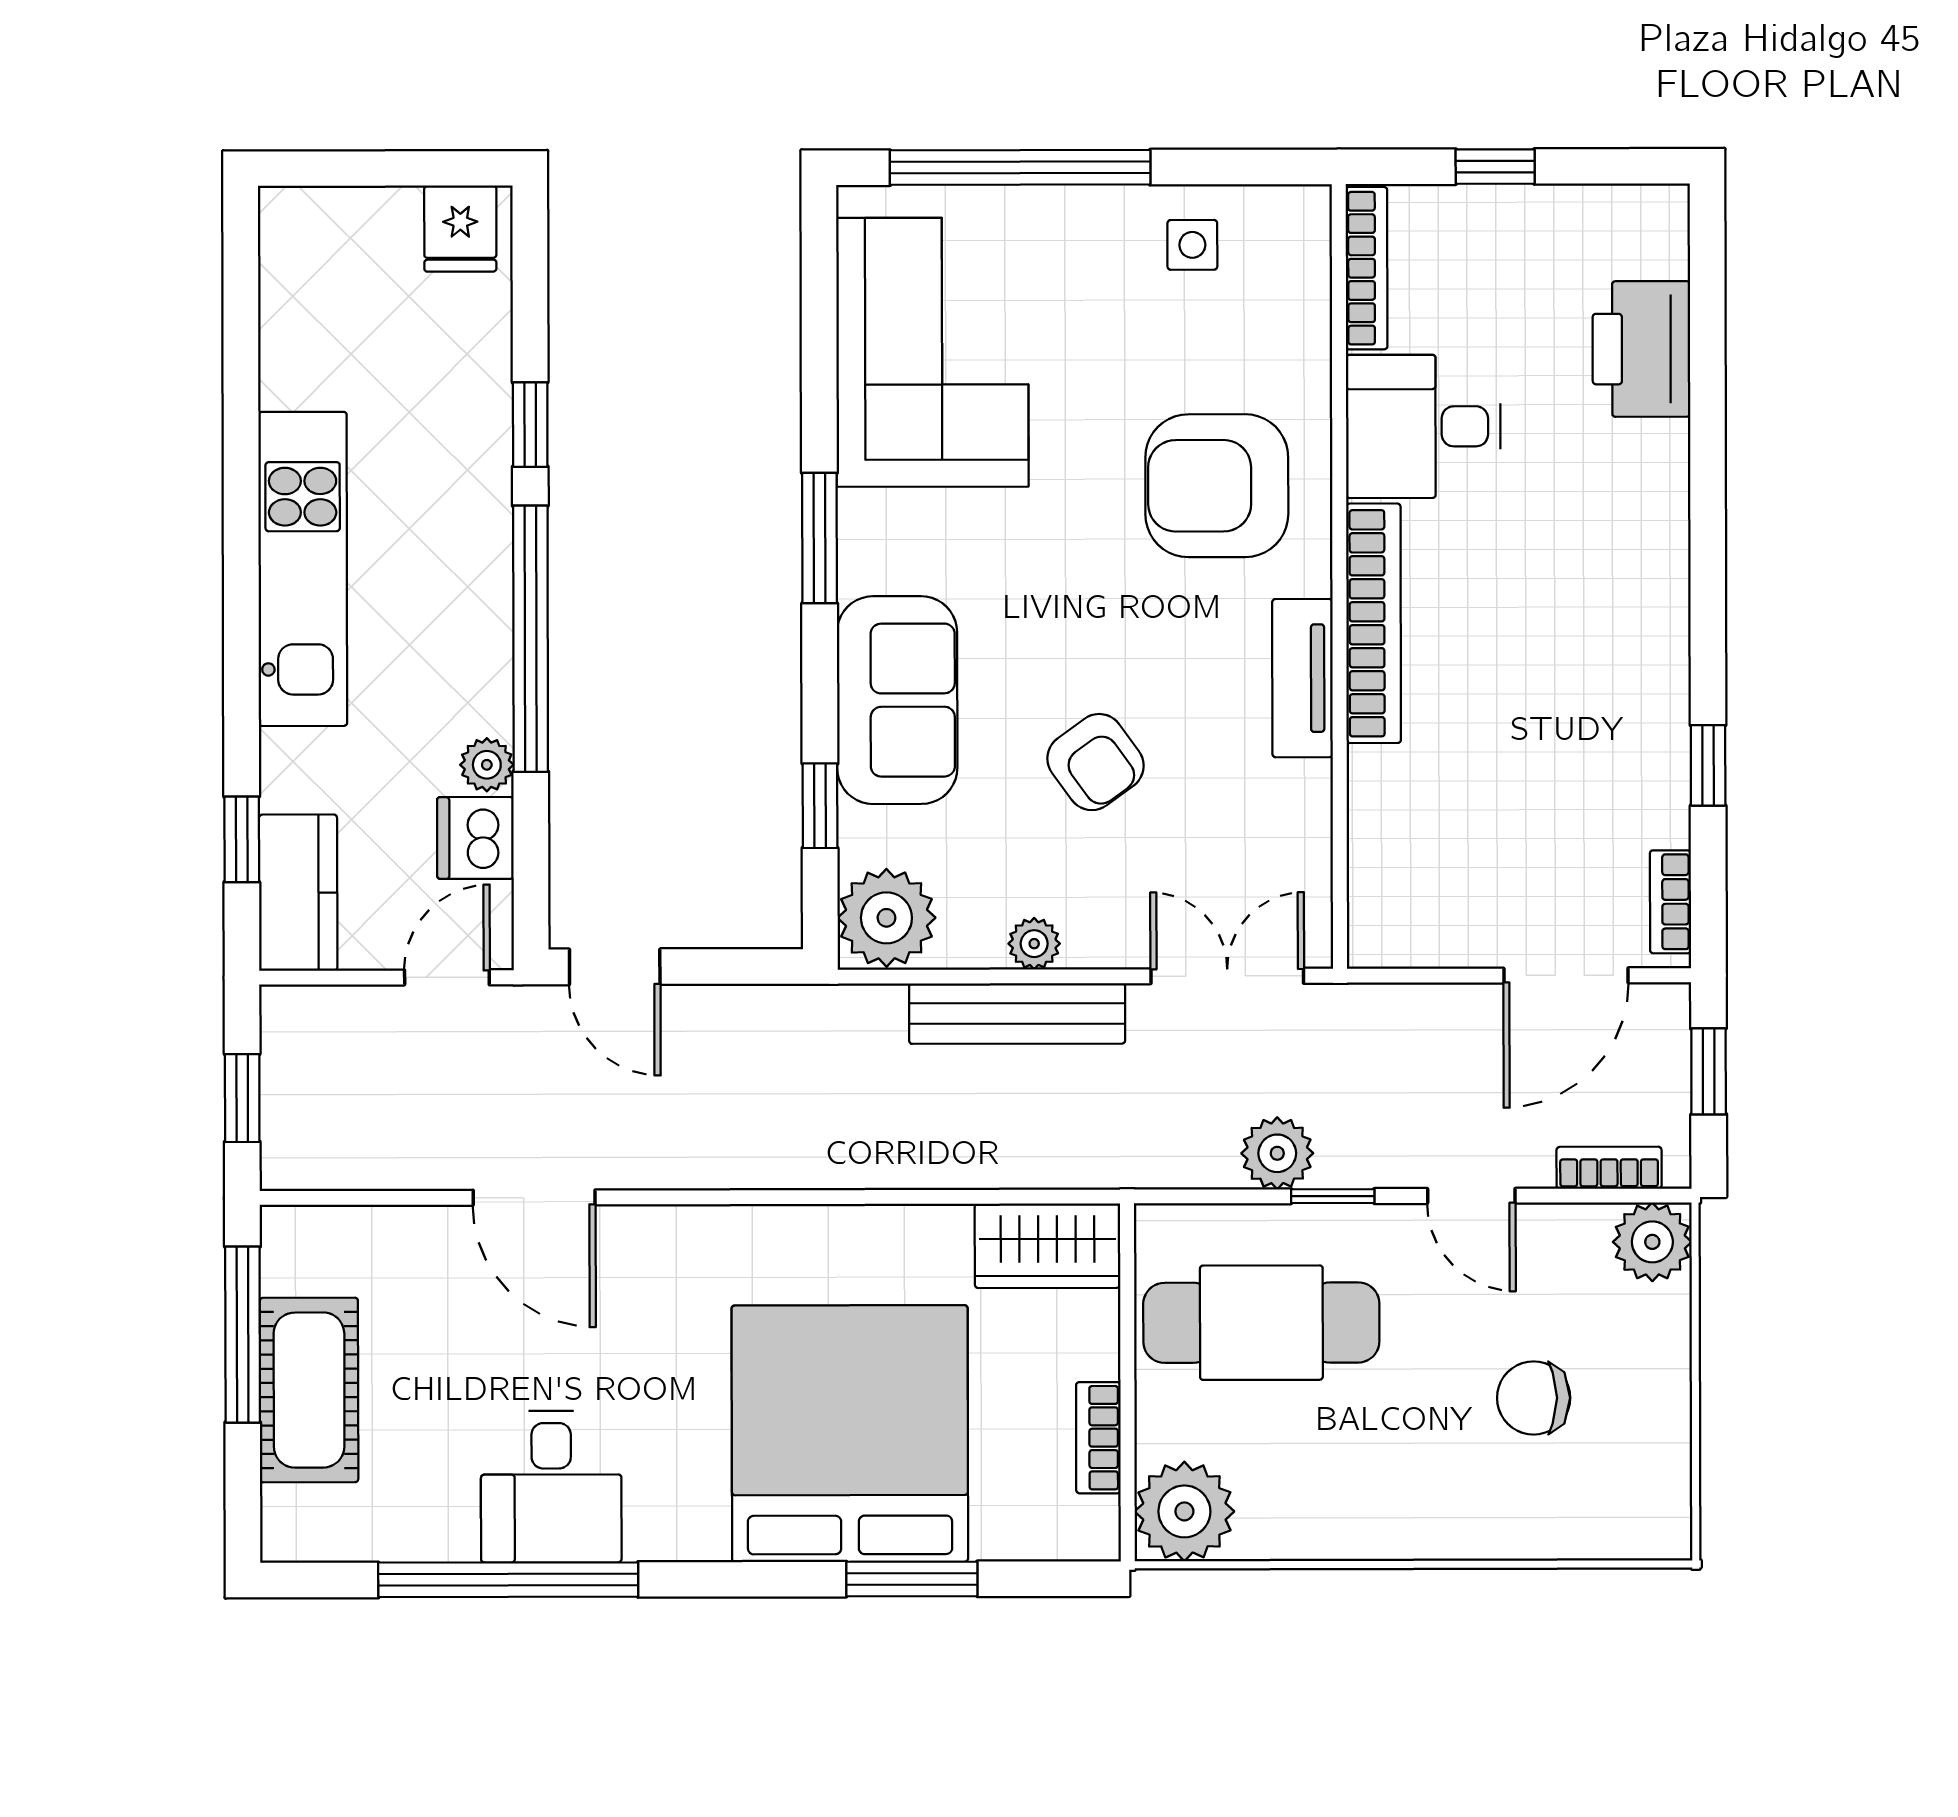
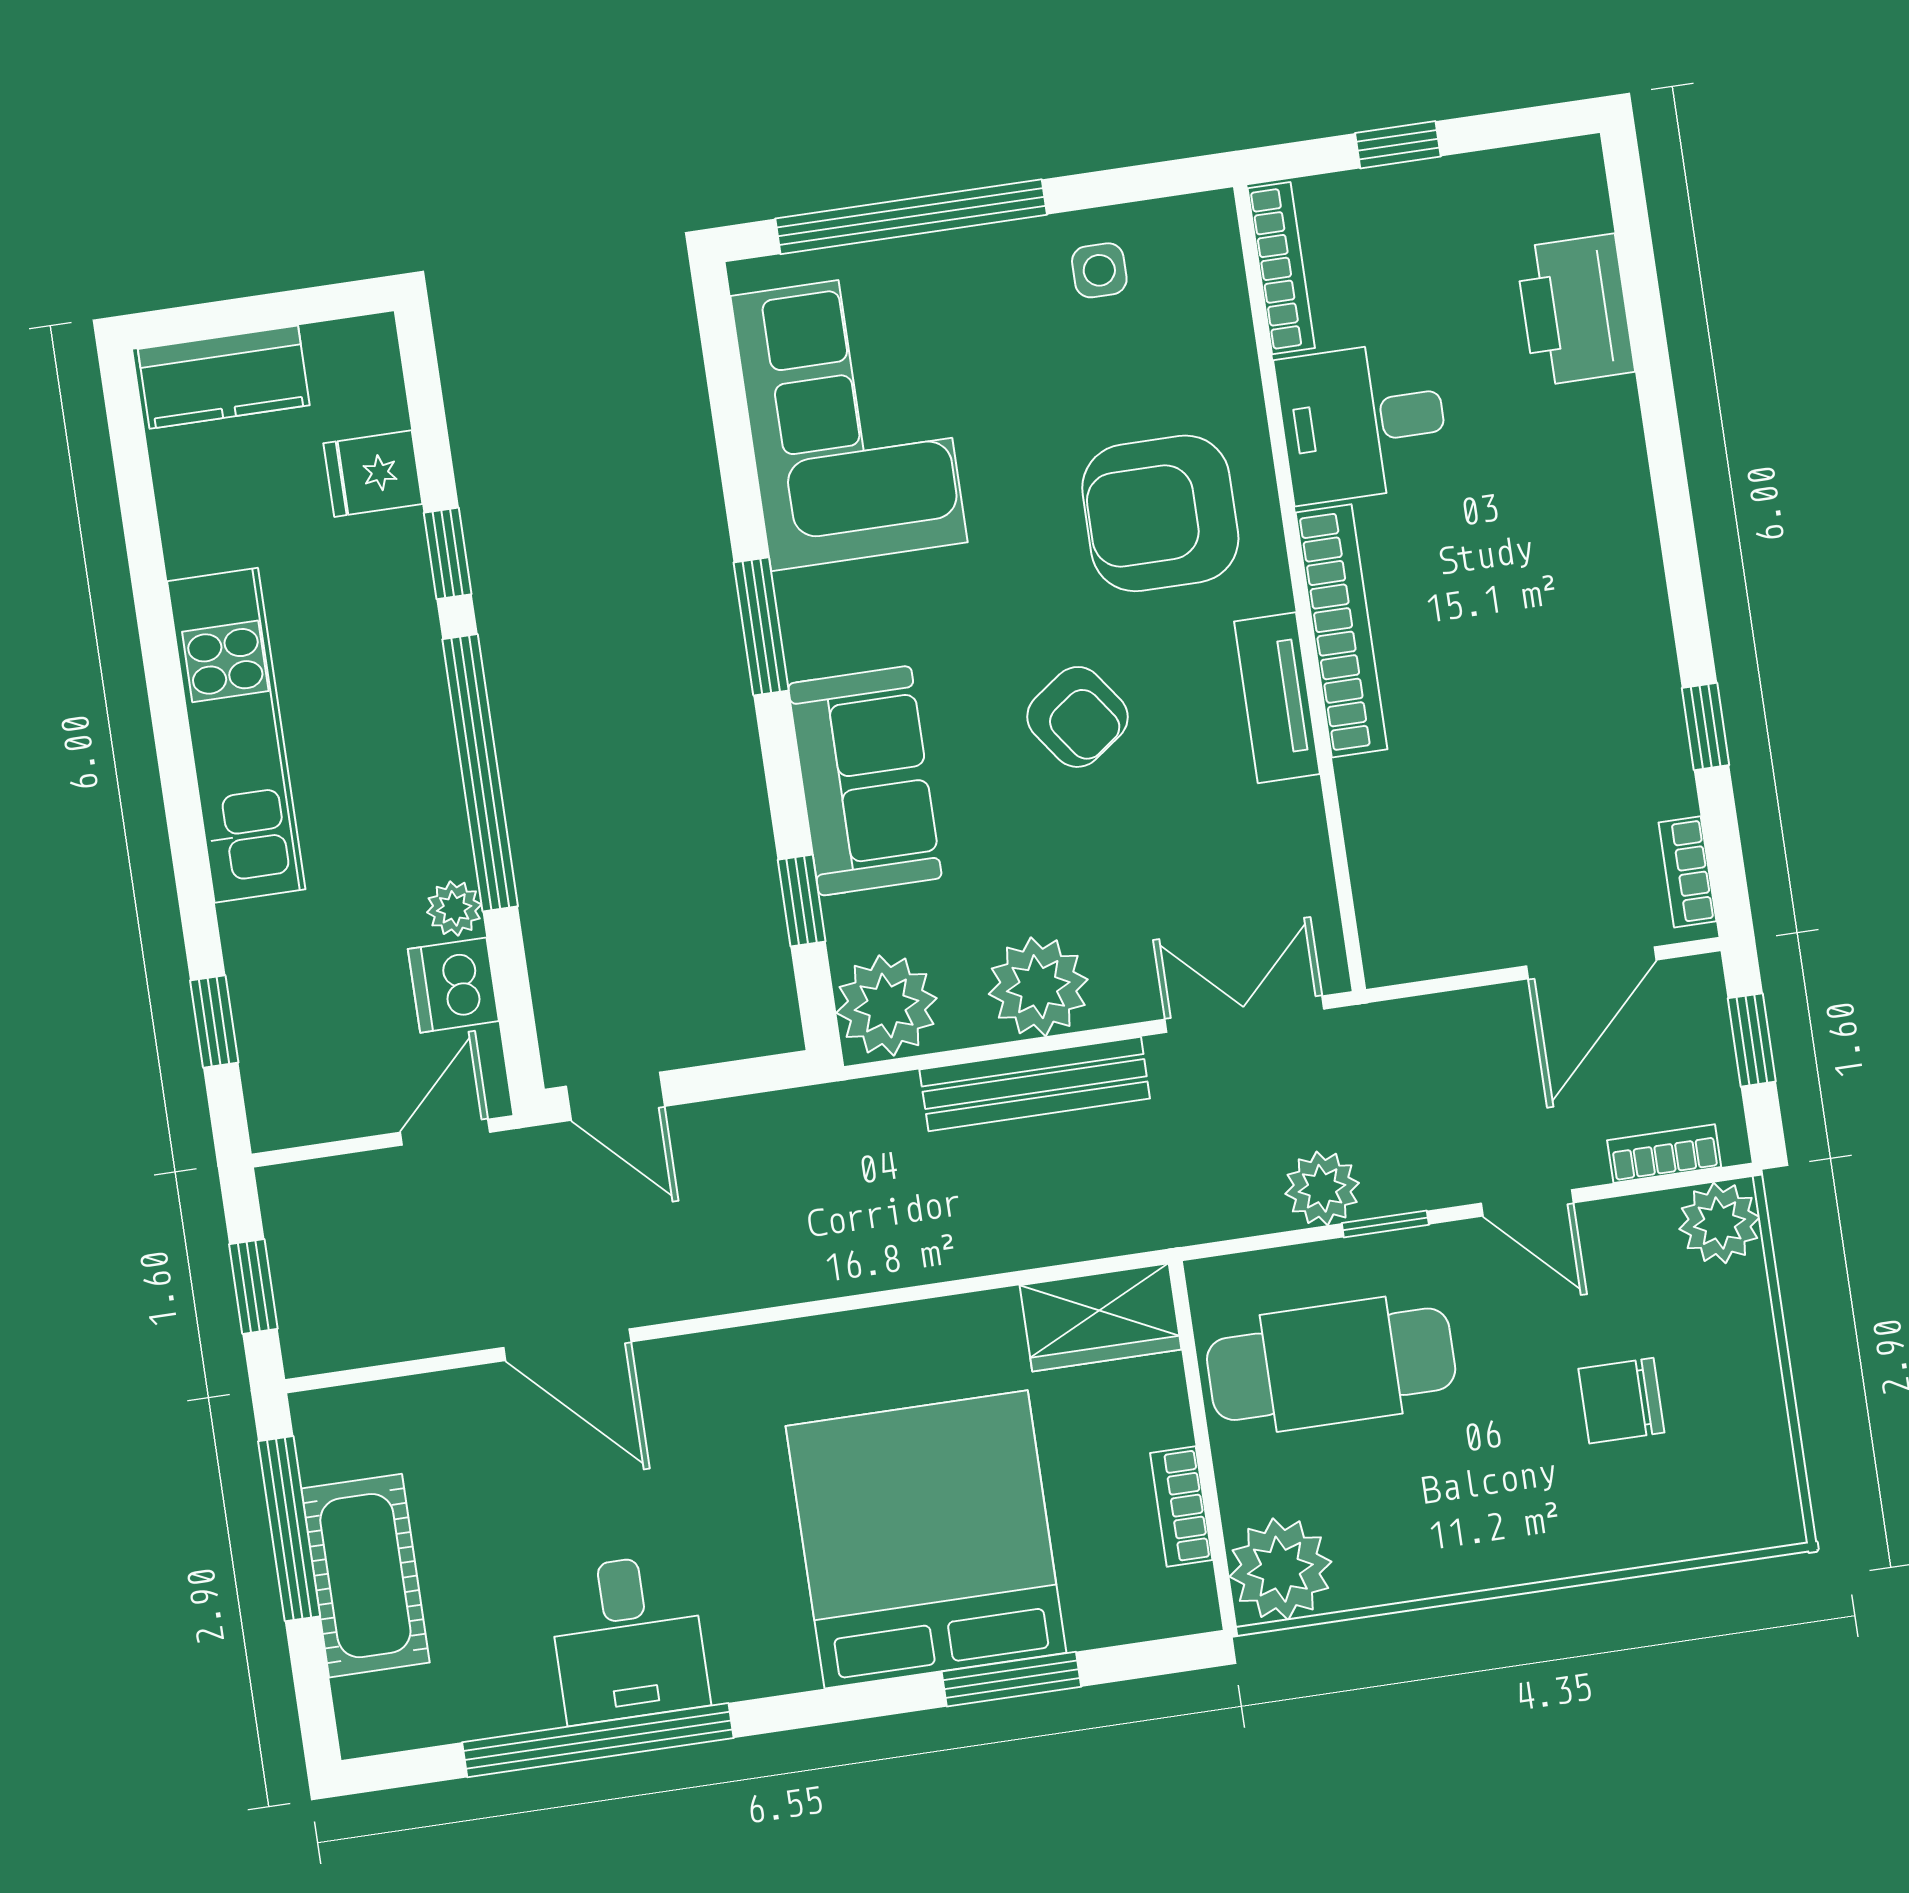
fridge: (460, 229) -> (373, 474), moved, turned 90
armchair: (1095, 762) -> (1077, 717), moved
kitchen counter: (298, 893) -> (224, 377), moved, turned 90
plant: (1034, 944) -> (1038, 987), width x1.88, depth x1.88

